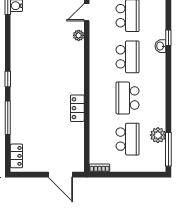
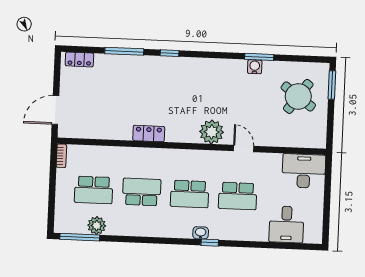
plant: (79, 35) -> (212, 132), width x1.87, depth x1.87
locker: (77, 108) -> (149, 134), moved

